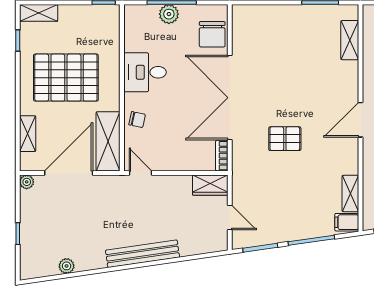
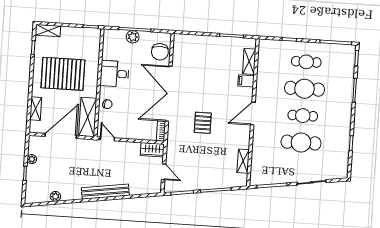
pallet: (285, 139) -> (203, 123), turned 90
plant: (27, 182) -> (32, 159), moved
filing cabinet: (347, 222) -> (246, 81), moved

